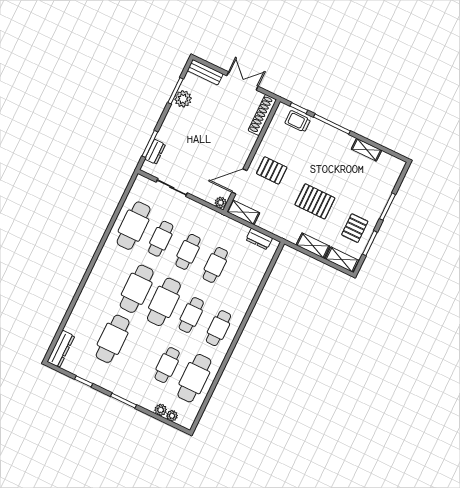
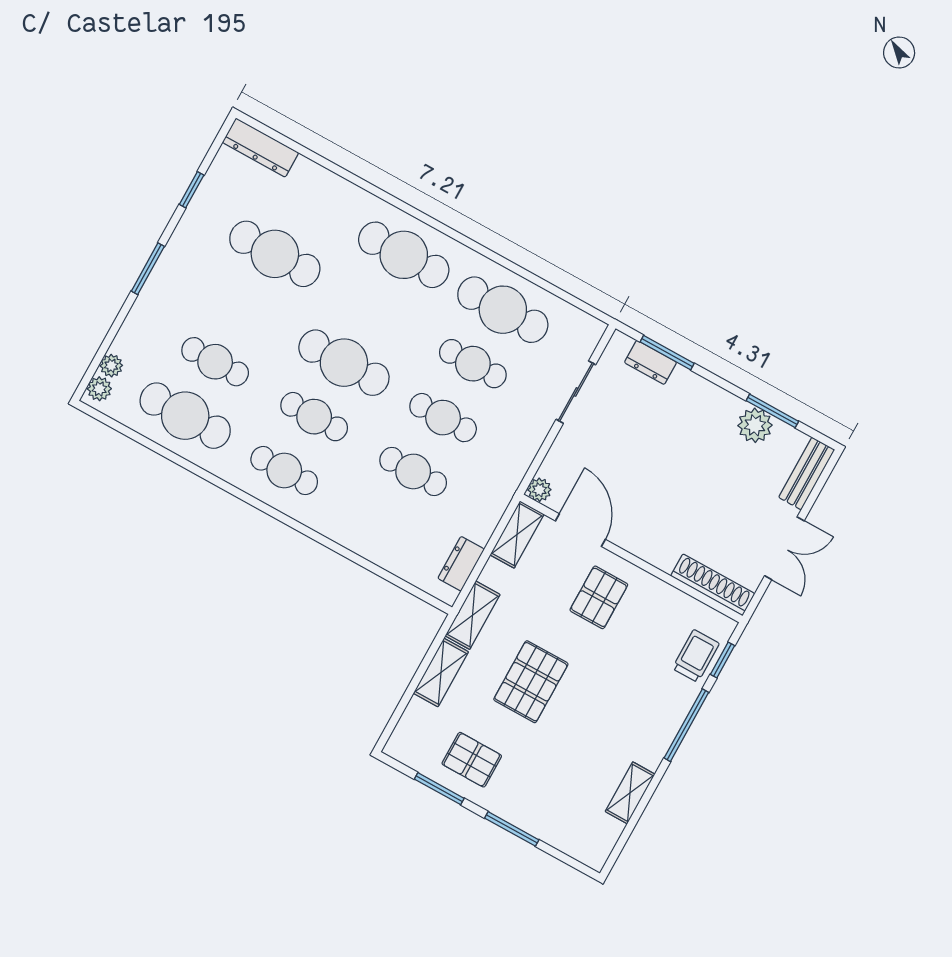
shelving: (342, 260) -> (473, 615), moved
cafe table: (137, 289) -> (404, 255), moved
plant: (161, 410) -> (99, 389), moved

